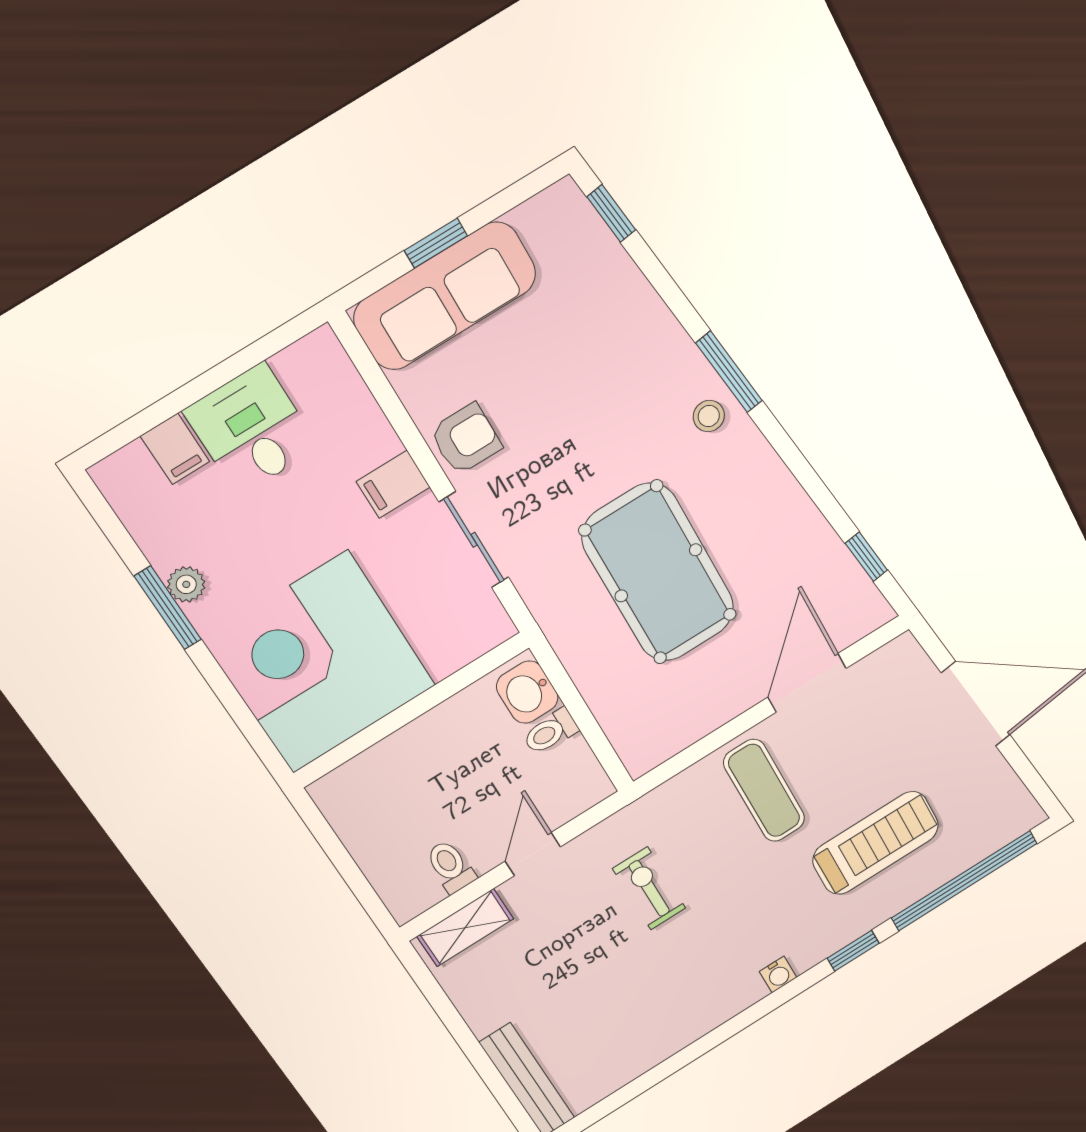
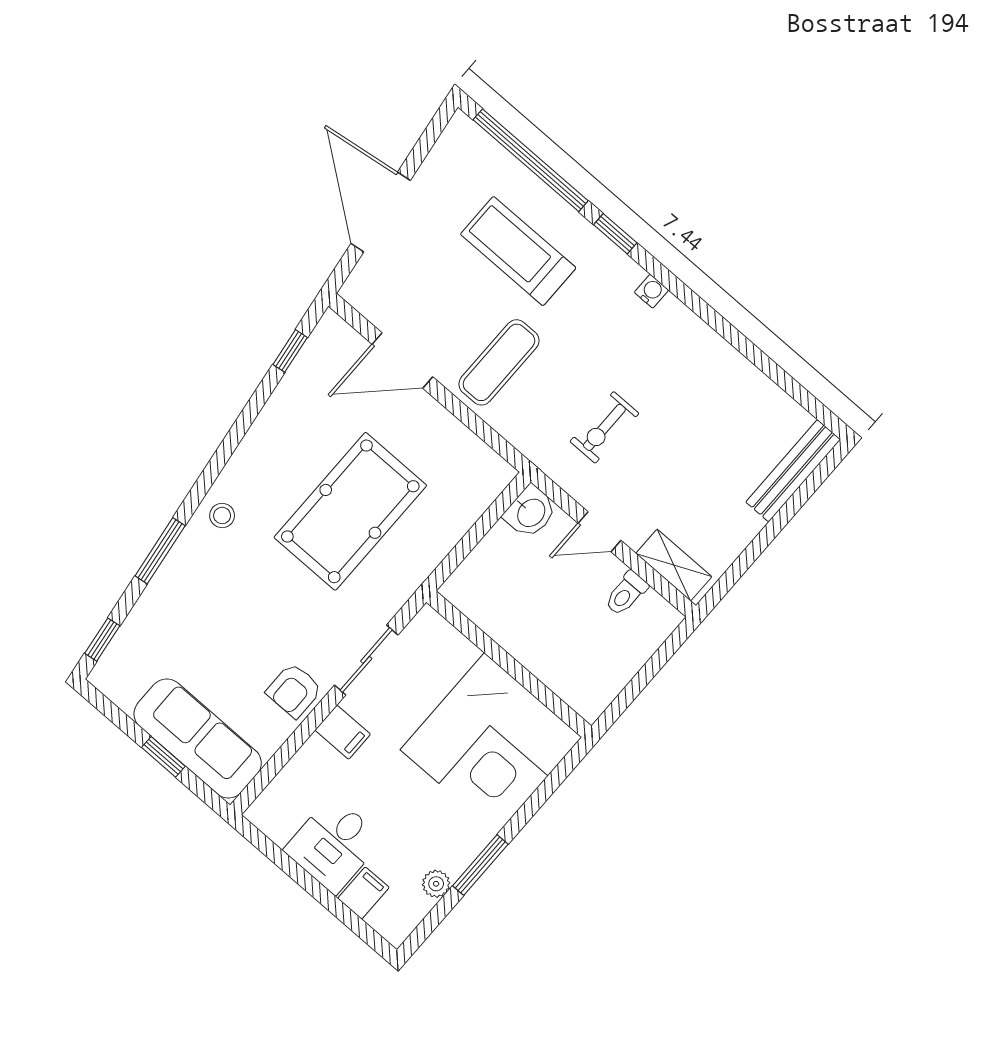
window: (729, 372) -> (160, 551), moved
armchair: (466, 439) -> (294, 690), turned -90
plant: (186, 584) -> (436, 884), moved
washbasin: (527, 692) -> (530, 512), moved
toilet: (550, 732) -> (497, 552), removed

